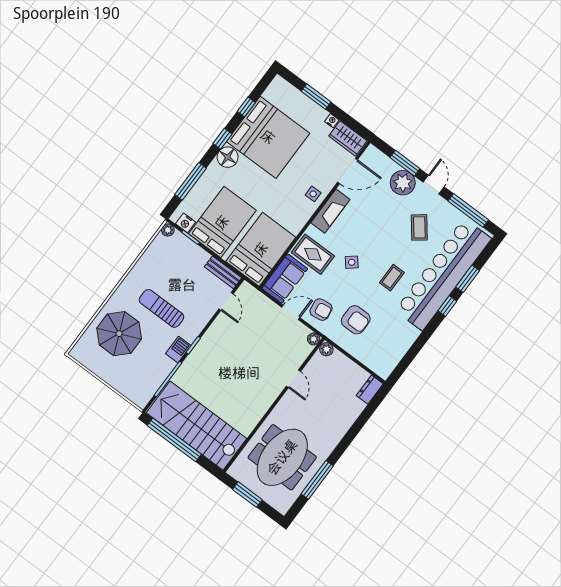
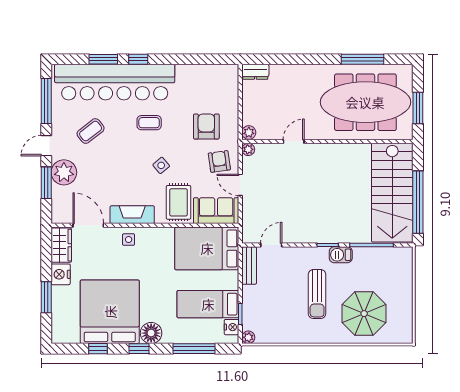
nightstand: (332, 121) -> (61, 274), width x1.89, depth x1.79
bed: (222, 222) -> (208, 304), width x0.67
meeting table: (282, 457) -> (365, 102), width x1.36

